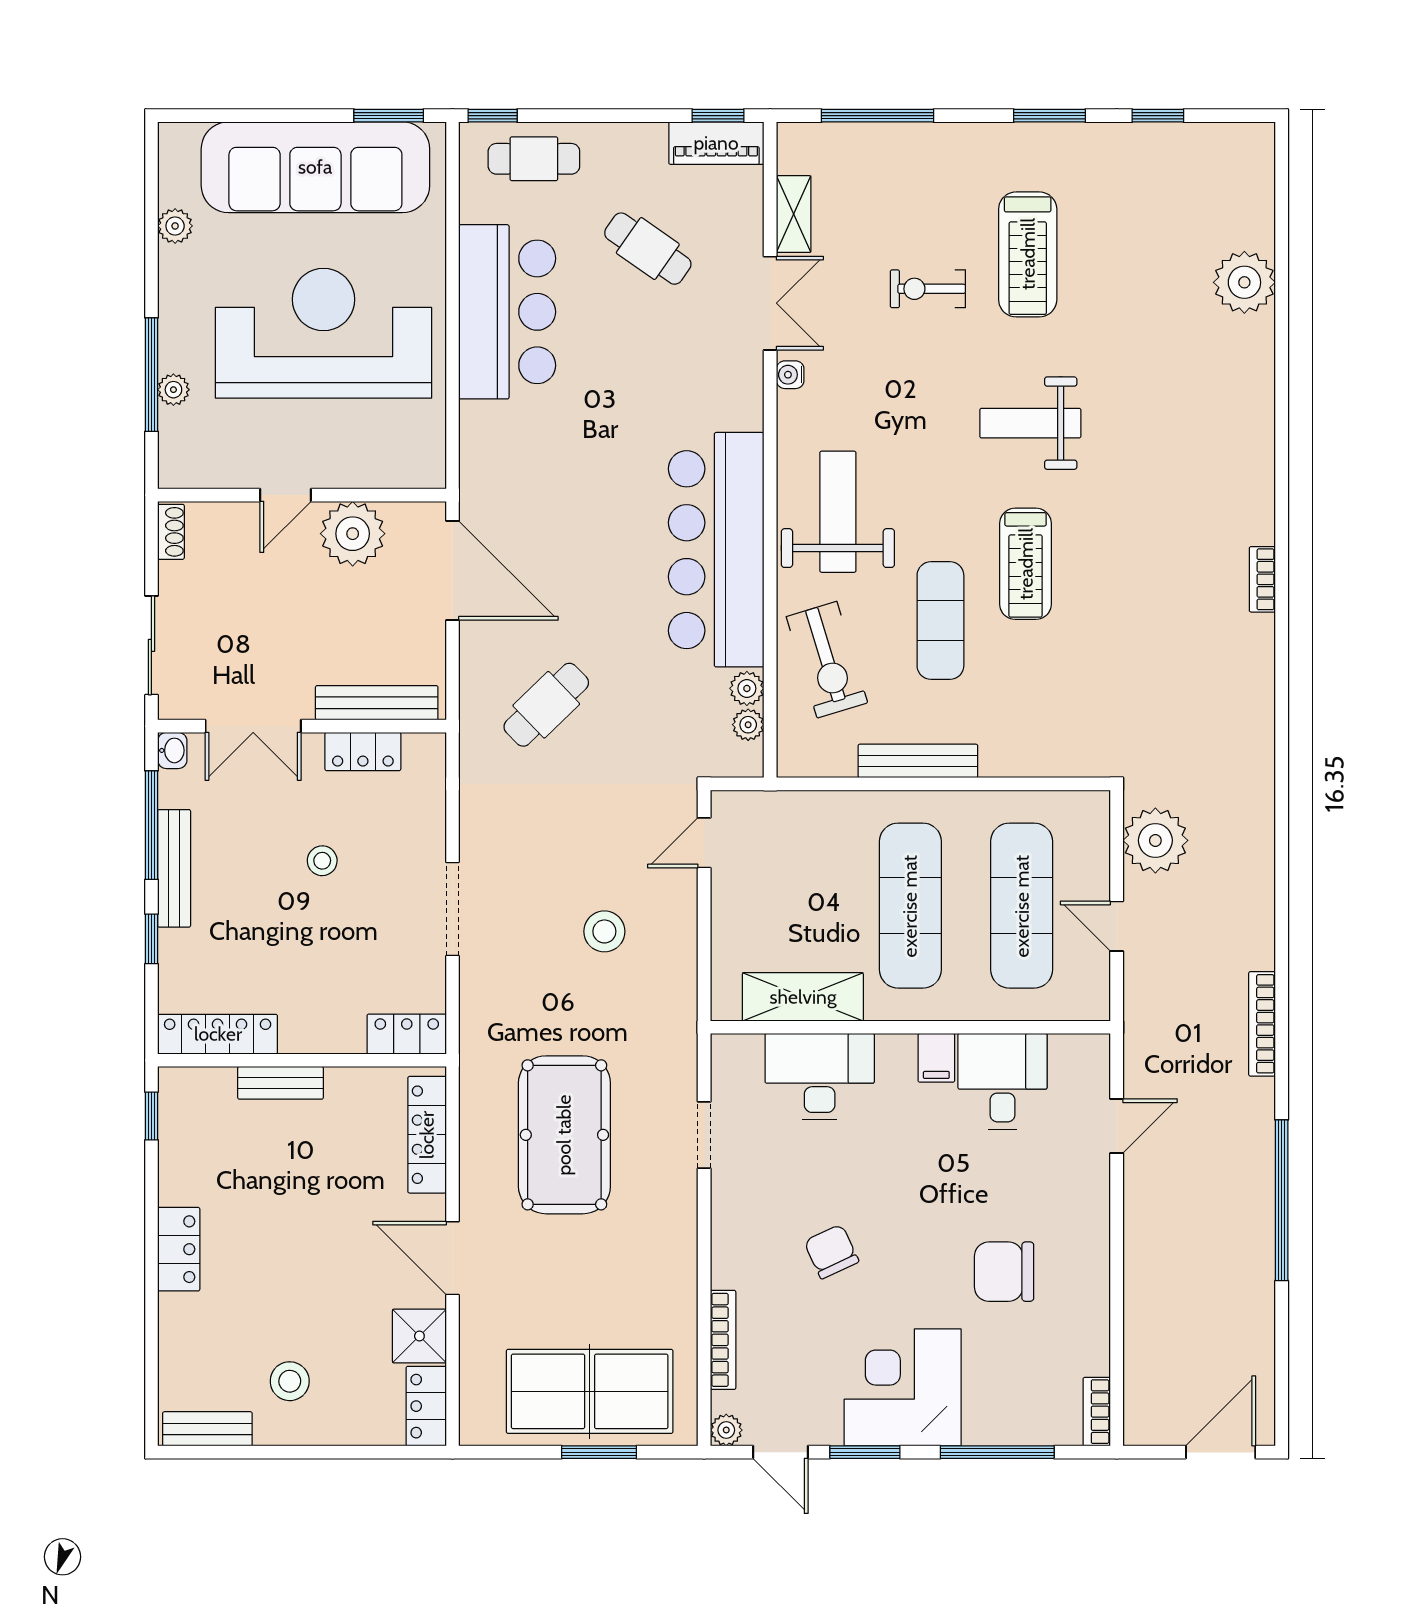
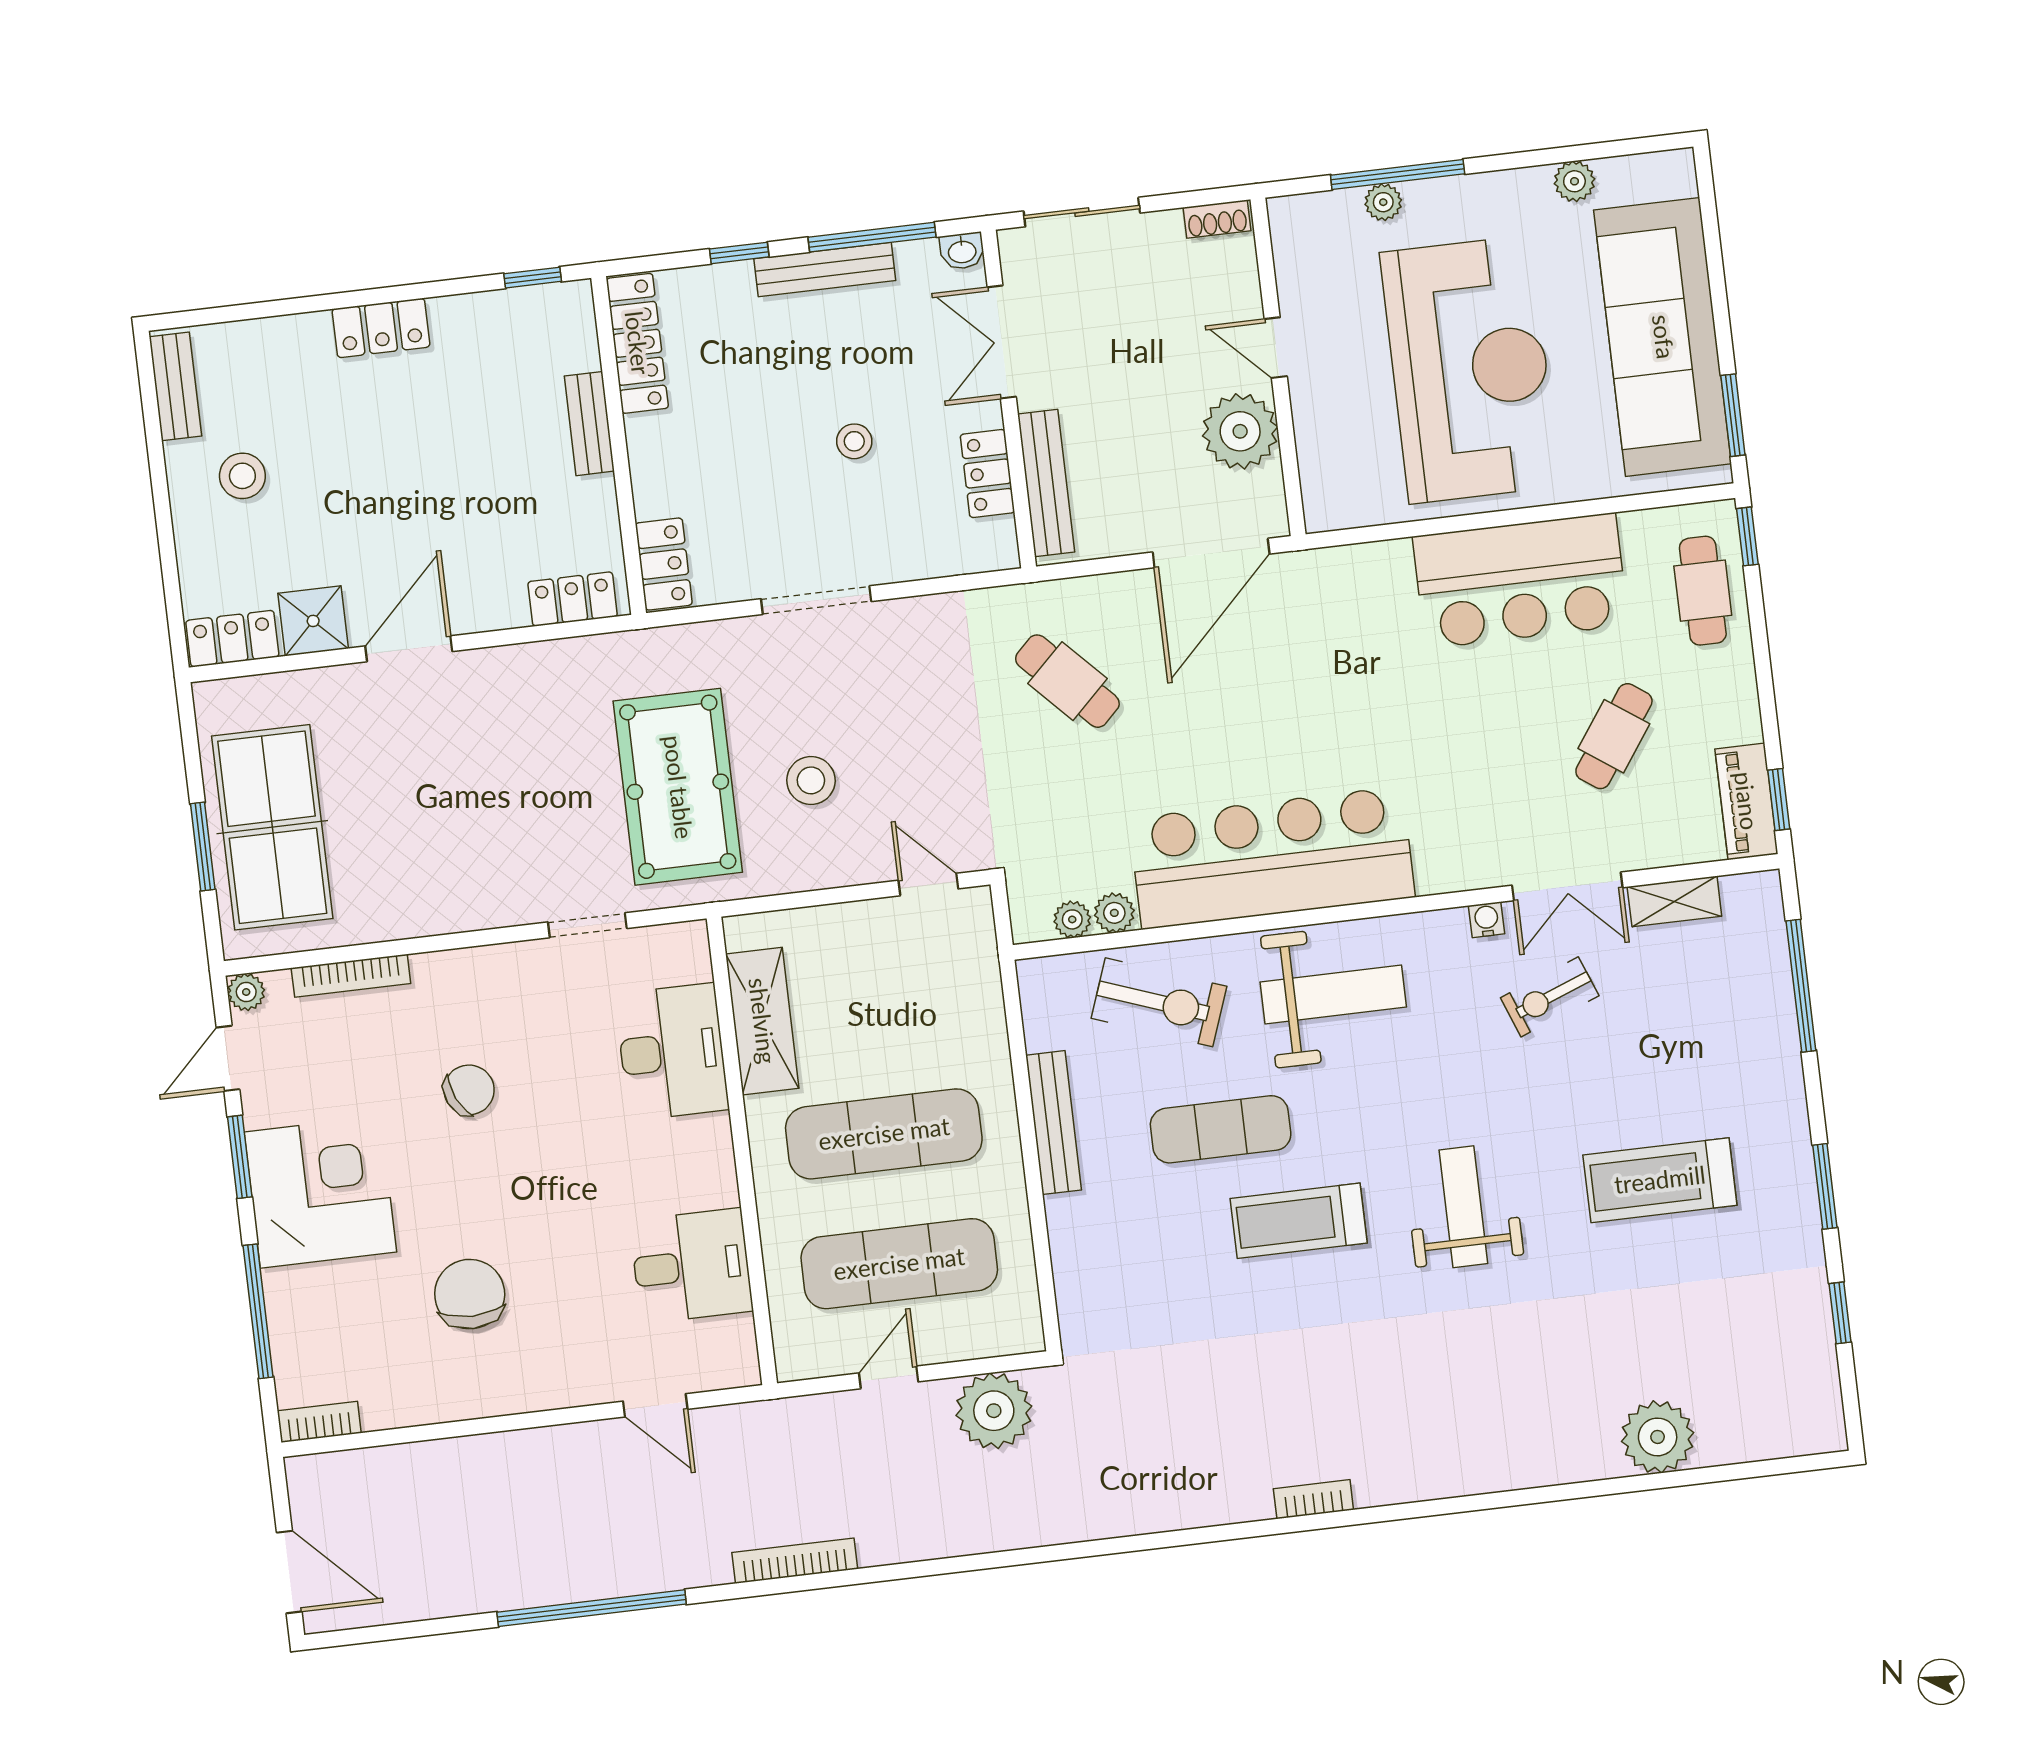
exercise bike: (928, 289) -> (1550, 997), moved, turned -111
exercise bike: (827, 660) -> (1159, 1002), turned -143
filing cabinet: (936, 1058) -> (710, 1185), removed
locker: (427, 1135) -> (573, 599), width x0.66
pool table: (564, 1135) -> (678, 787), moved, turned 90

